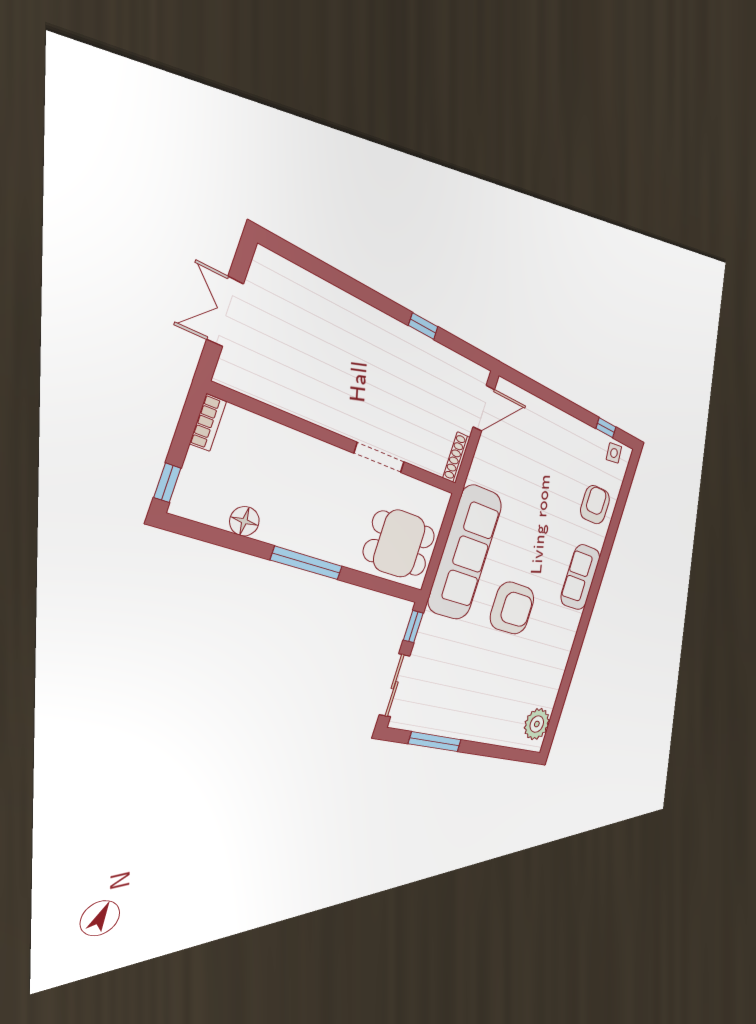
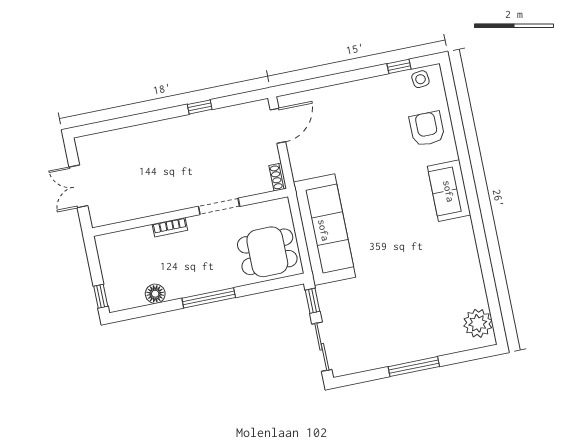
bookcase: (208, 423) -> (170, 227), moved, turned 90
shoe rack: (457, 458) -> (278, 177), width x0.70
armchair: (512, 608) -> (393, 247), removed
window: (435, 742) -> (414, 367), moved

